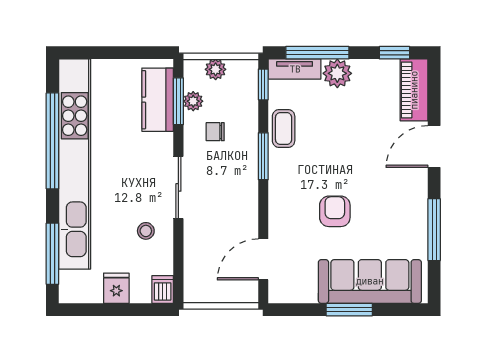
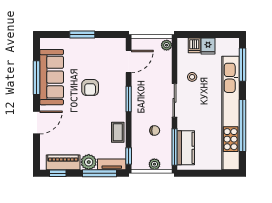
piano: (414, 90) -> (63, 162), moved, turned -90
window: (178, 101) -> (174, 147), width x1.44
plant: (193, 101) -> (167, 45), moved
window: (263, 156) -> (129, 99), moved
sofa: (370, 281) -> (52, 77), moved, turned -90
dishwasher: (163, 289) -> (194, 45), moved

